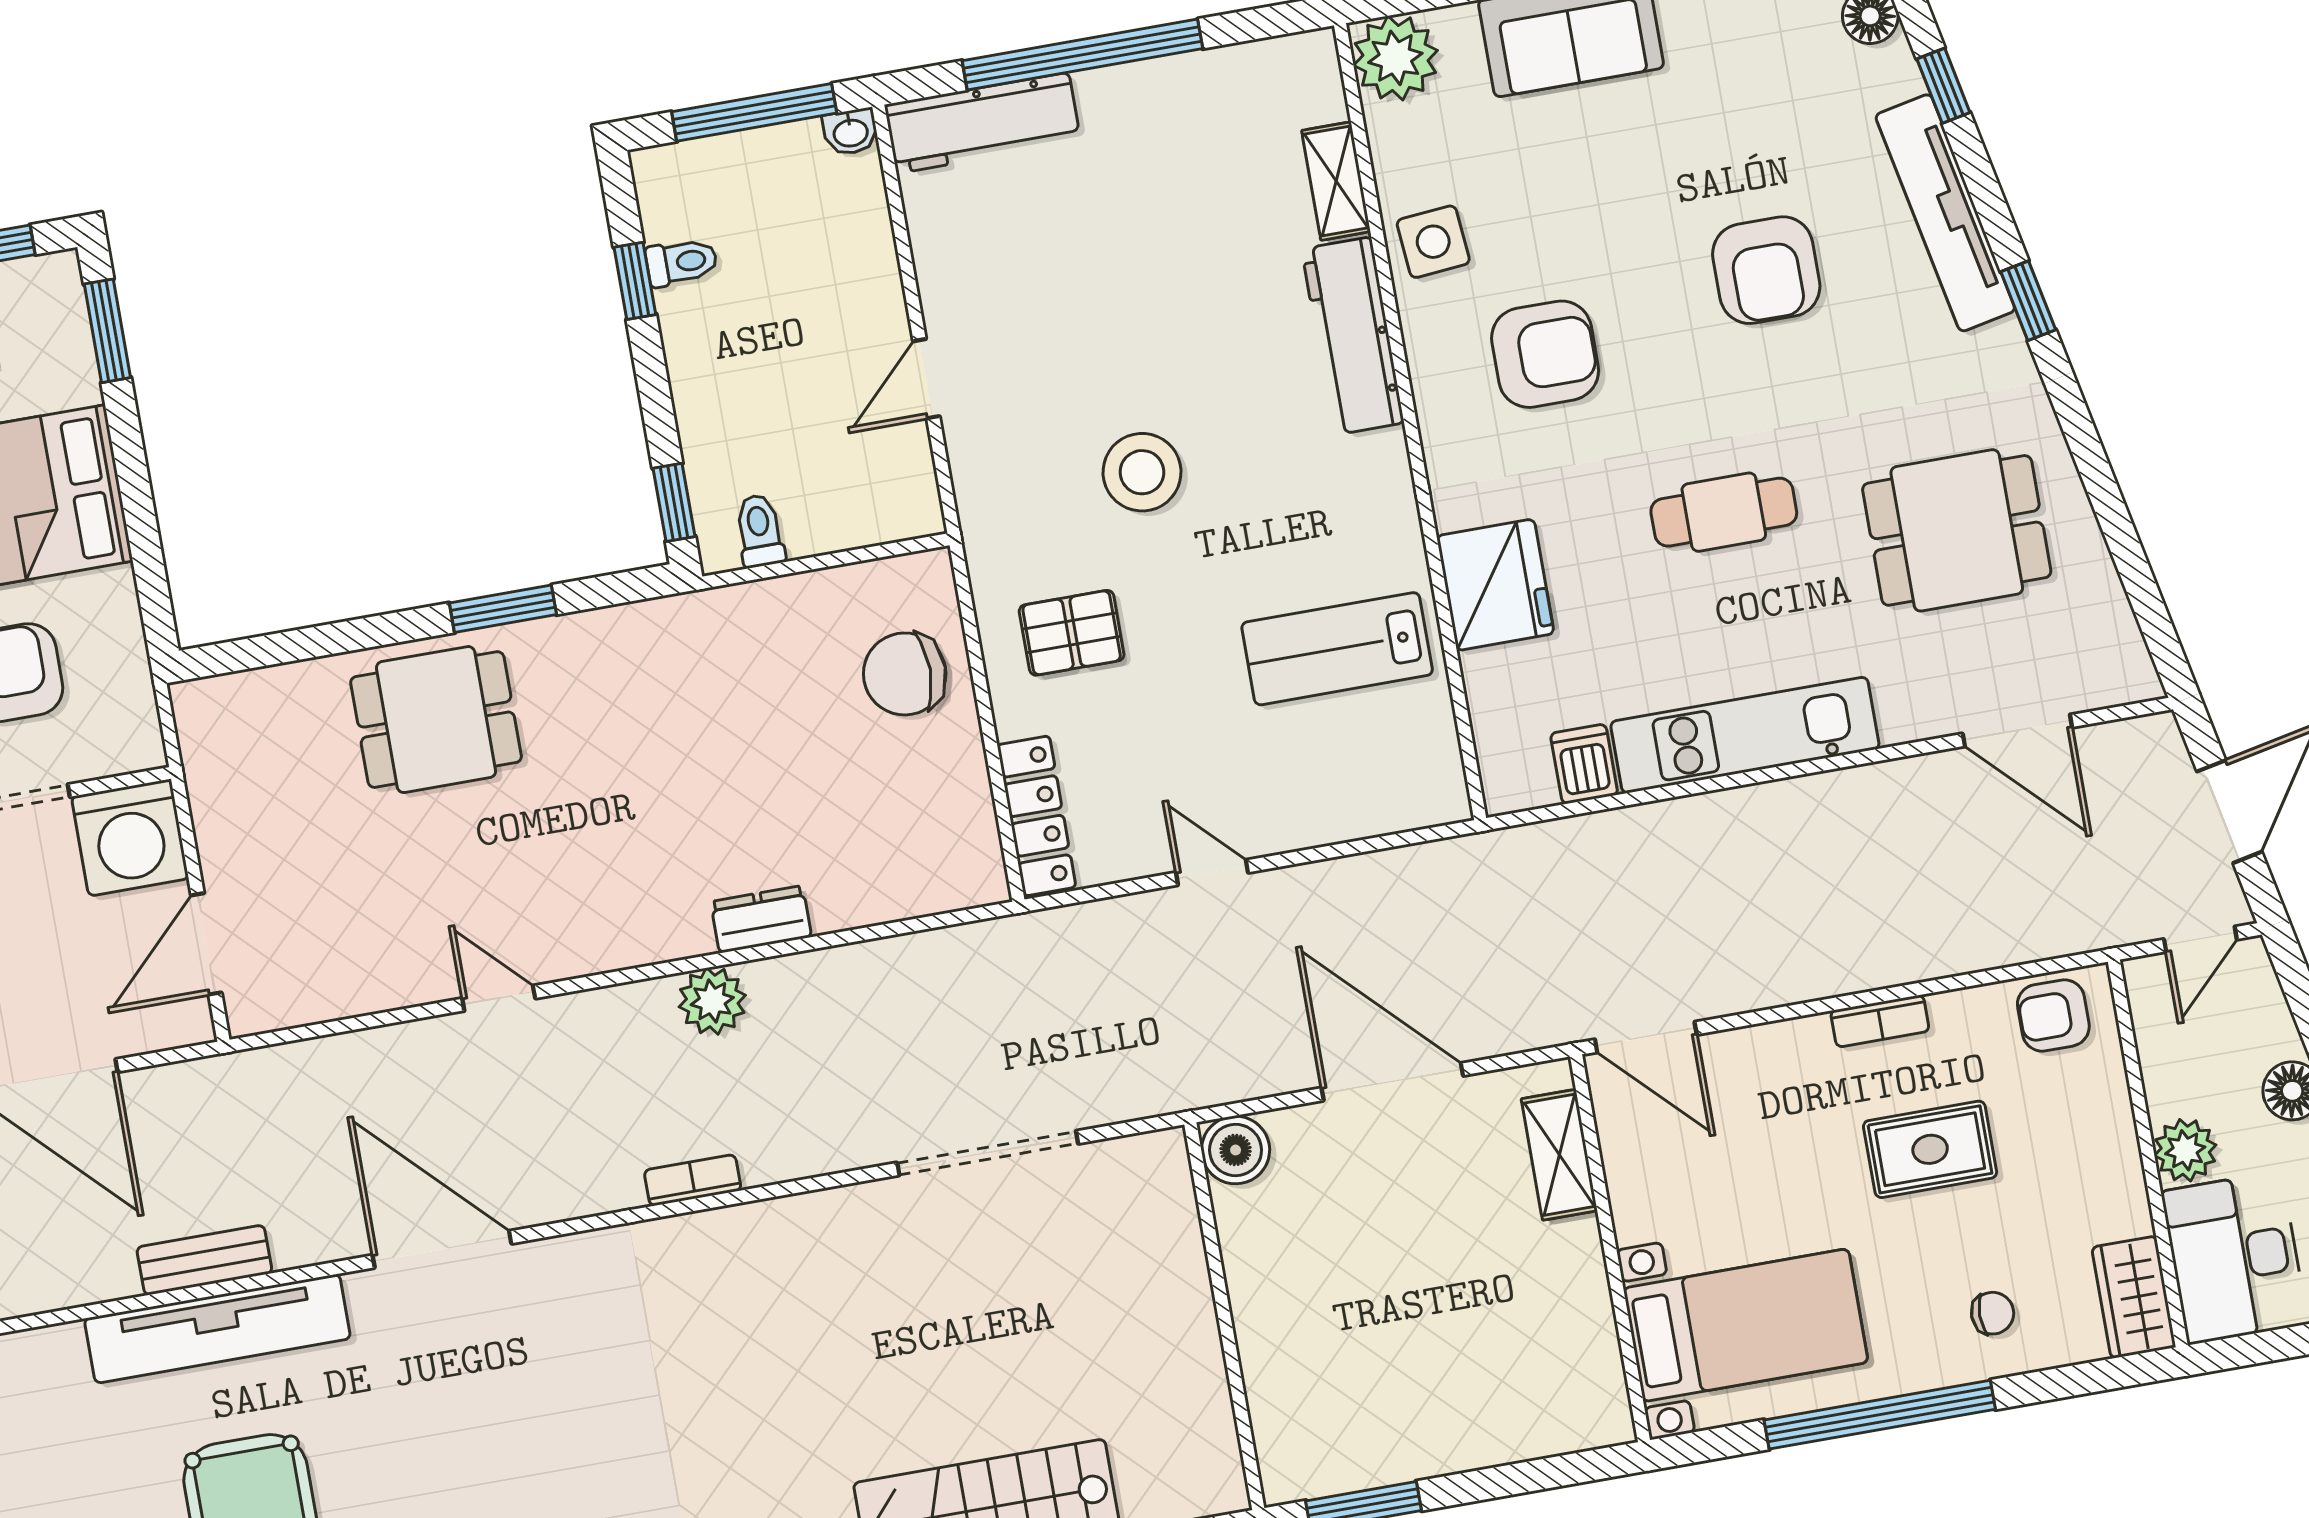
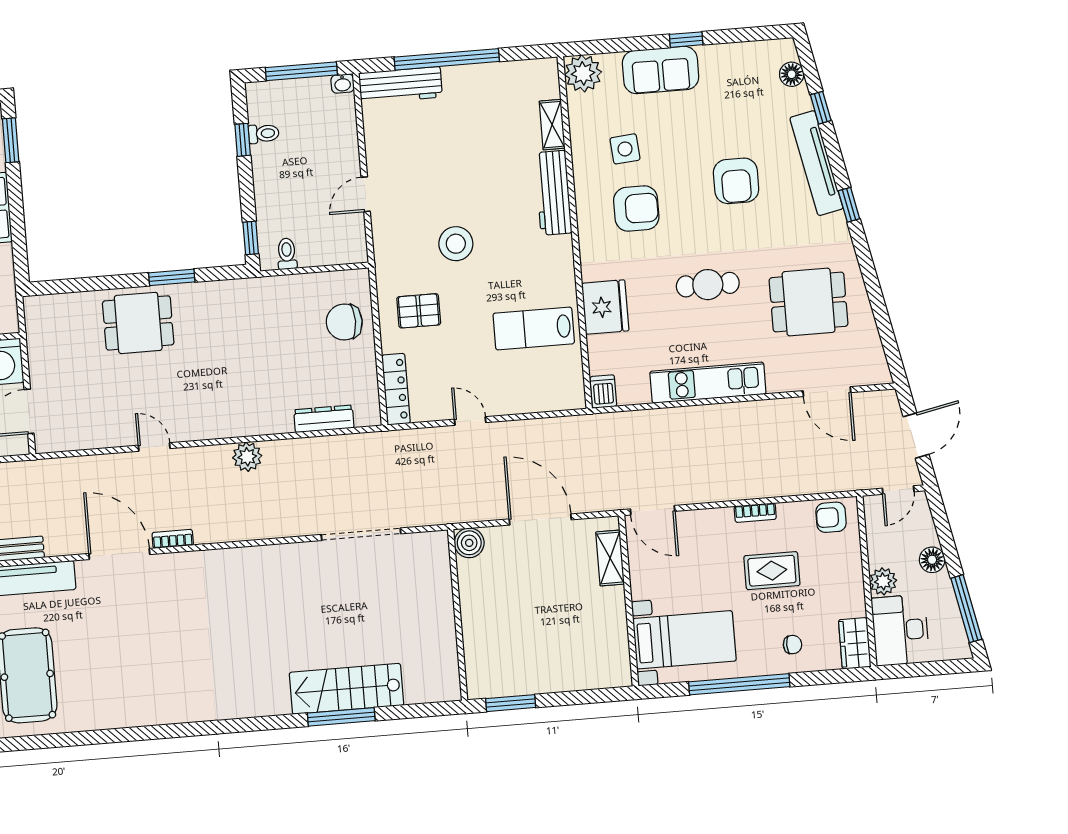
side table: (1433, 242) -> (625, 149), moved
dishwasher: (1584, 764) -> (603, 391), moved
dresser: (761, 919) -> (324, 419), moved, width x1.44
bookcase: (693, 1180) -> (173, 539), moved

